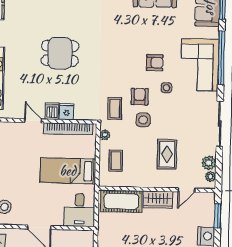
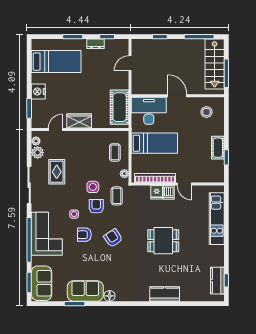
armchair: (120, 58) -> (113, 238), added
armchair: (140, 97) -> (96, 206), turned 180
rug: (167, 154) -> (57, 172), moved
cot: (121, 201) -> (120, 107), moved, turned 90
desk: (79, 210) -> (149, 111), width x1.37

